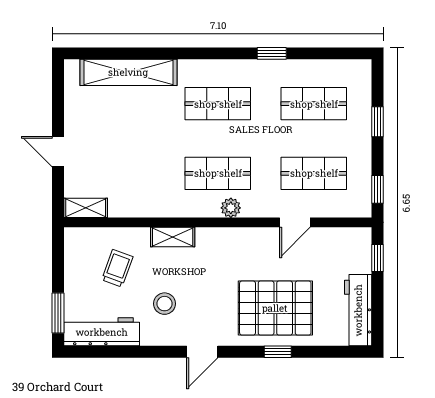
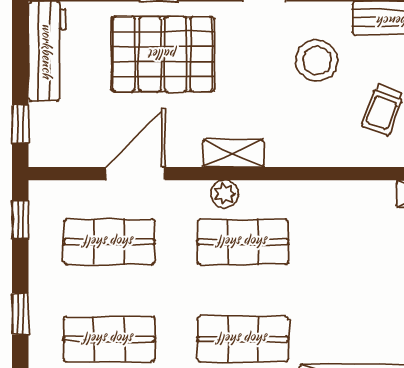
door: (295, 222) -> (135, 174), width x1.38
shelving: (173, 237) -> (233, 153), moved
stool: (165, 304) -> (317, 60), width x1.38, depth x1.38

